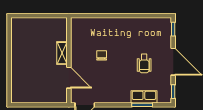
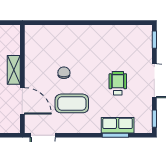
wheelchair: (144, 64) -> (118, 83), turned 180
coffee table: (108, 80) -> (72, 103), added

